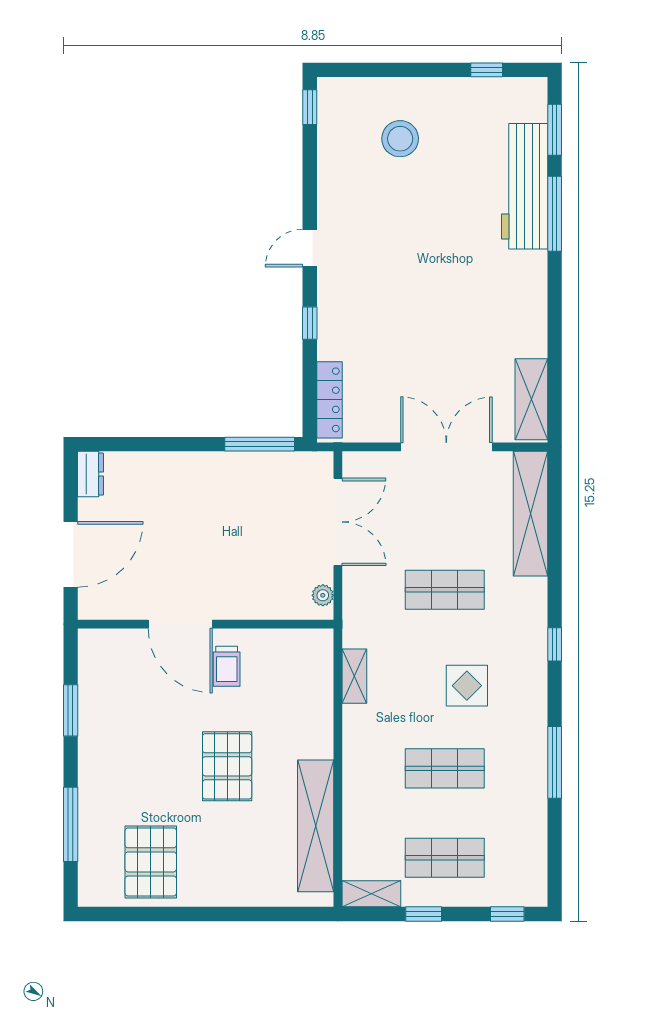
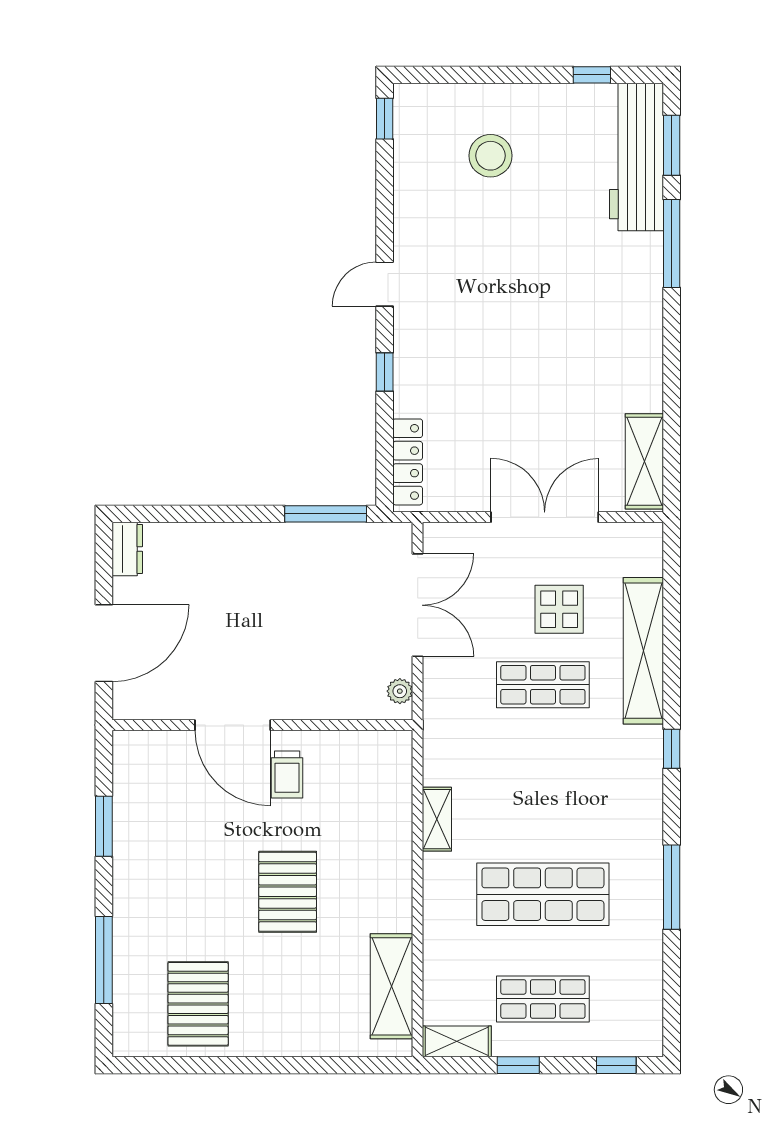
workbench: (525, 186) -> (636, 157), moved
shelving: (530, 514) -> (643, 651), moved
shelving: (354, 676) -> (437, 819), moved
display table: (467, 686) -> (559, 609), moved
shop shelf: (445, 768) -> (543, 894), width x1.43, depth x1.36
shelving: (316, 826) -> (391, 986), width x0.68

